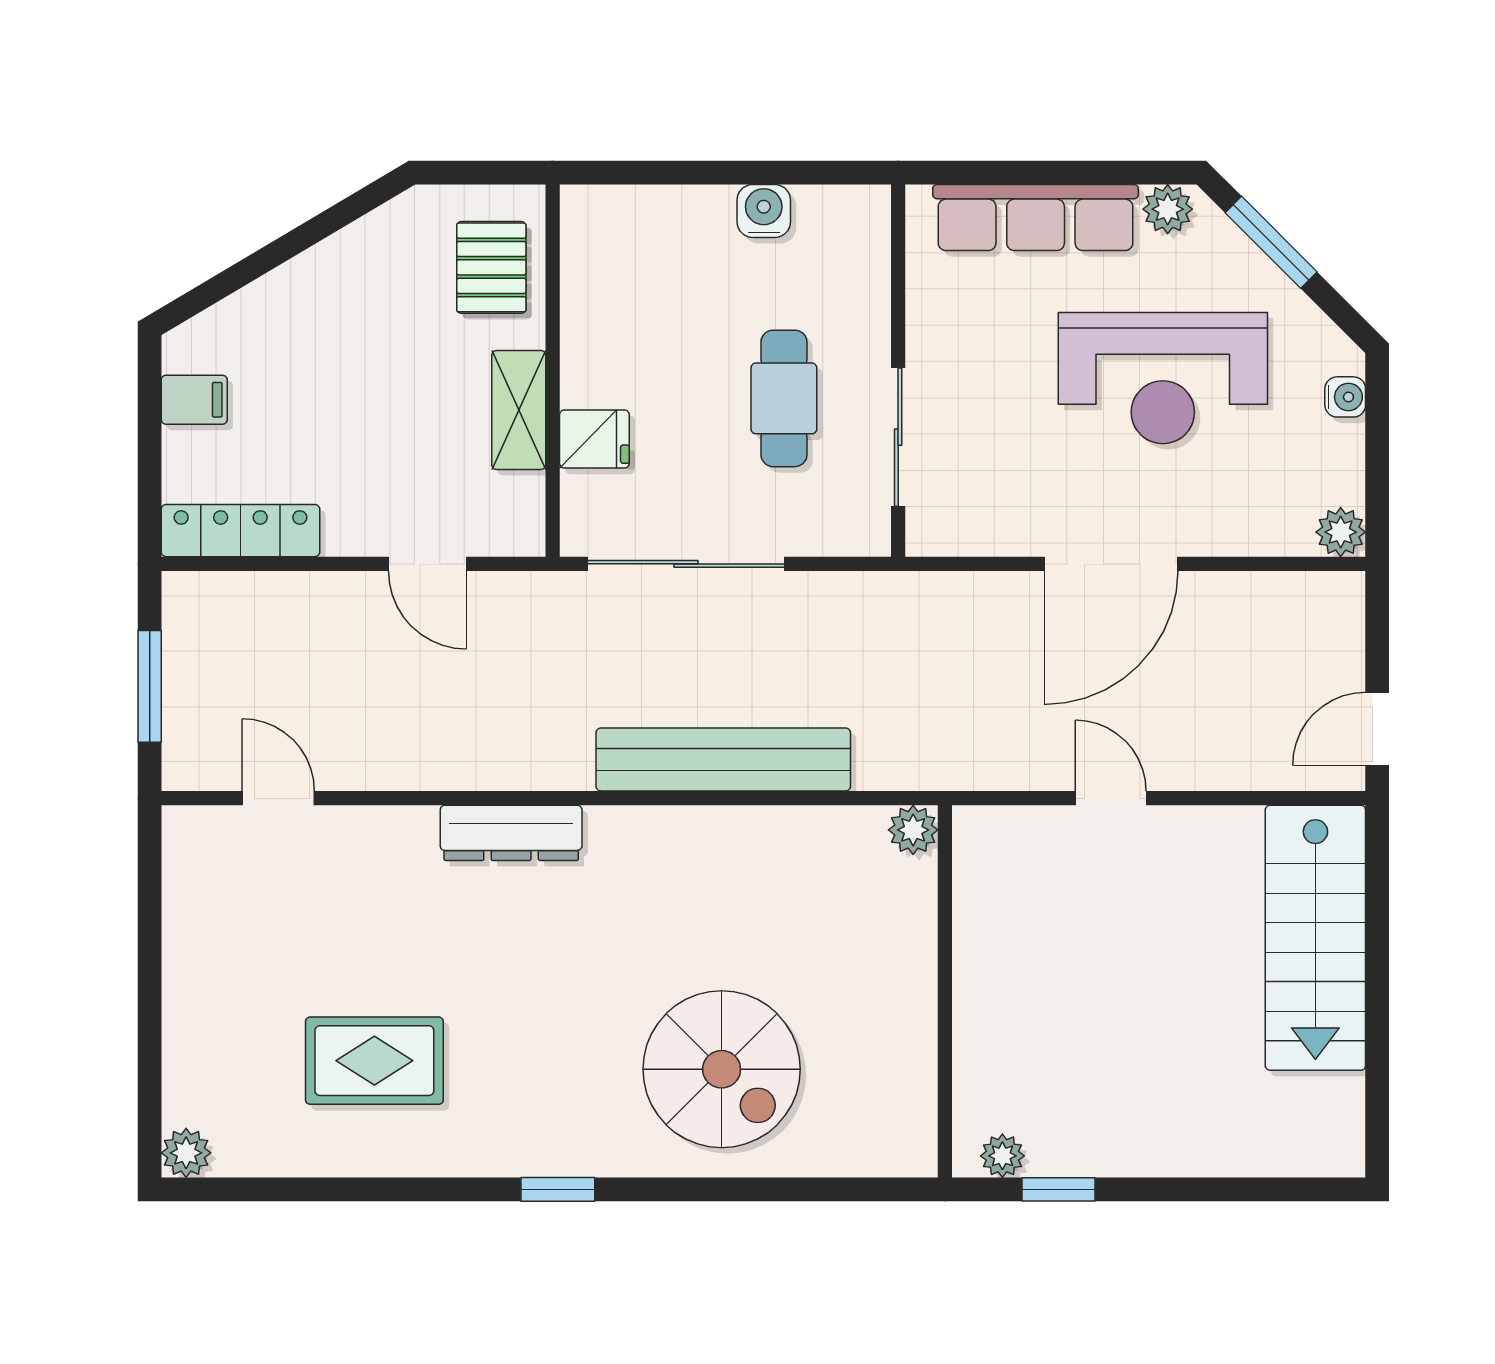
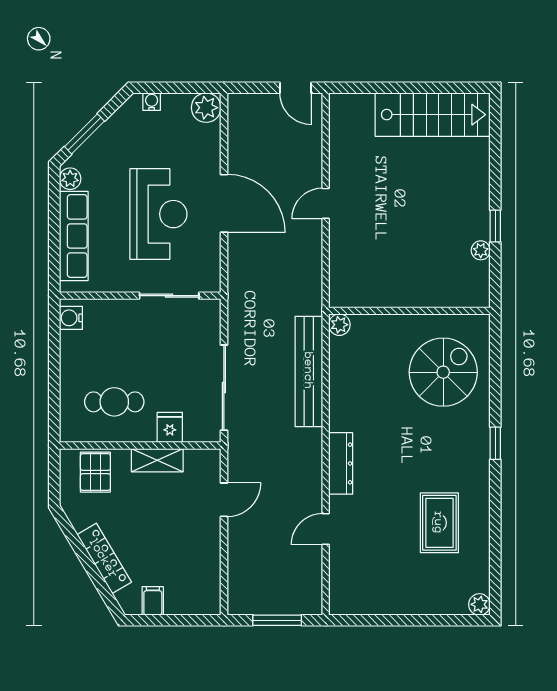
water cooler: (764, 211) -> (71, 318), moved
pallet: (491, 267) -> (95, 472), turned 90
reception desk: (1163, 378) -> (158, 214), moved
cafe table: (784, 398) -> (114, 402), moved
locker: (240, 531) -> (104, 558), moved, turned 149
plant: (1341, 532) -> (206, 108), width x1.38, depth x1.38
door: (278, 798) -> (326, 529), moved
plant: (913, 830) -> (339, 325), moved
stairs: (1315, 938) -> (433, 115), moved
wall: (945, 991) -> (409, 311), moved

